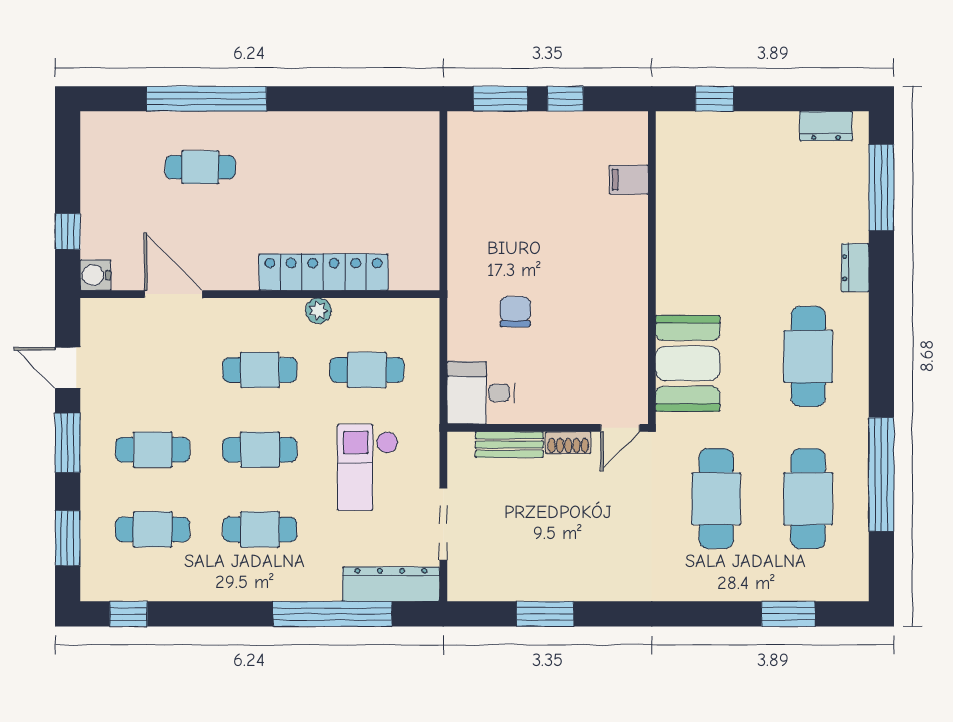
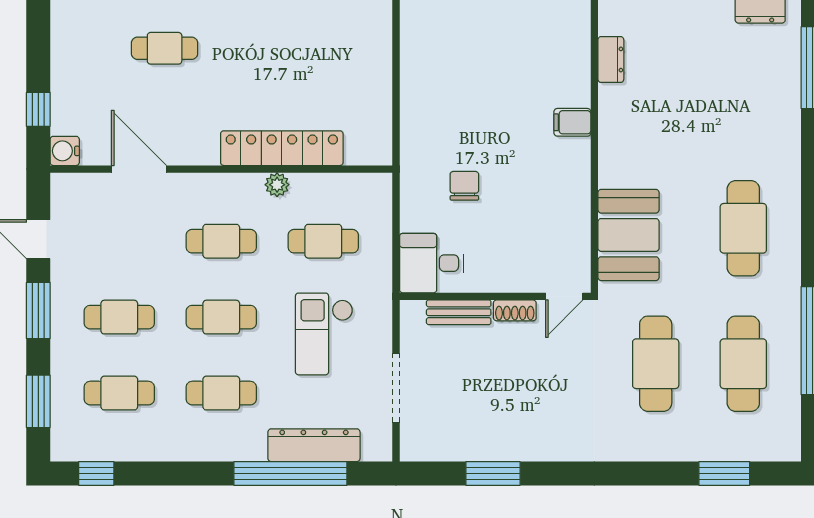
filing cabinet: (629, 180) -> (572, 122), moved
dresser: (855, 268) -> (611, 60), moved, turned 180
dresser: (391, 584) -> (314, 445), moved

